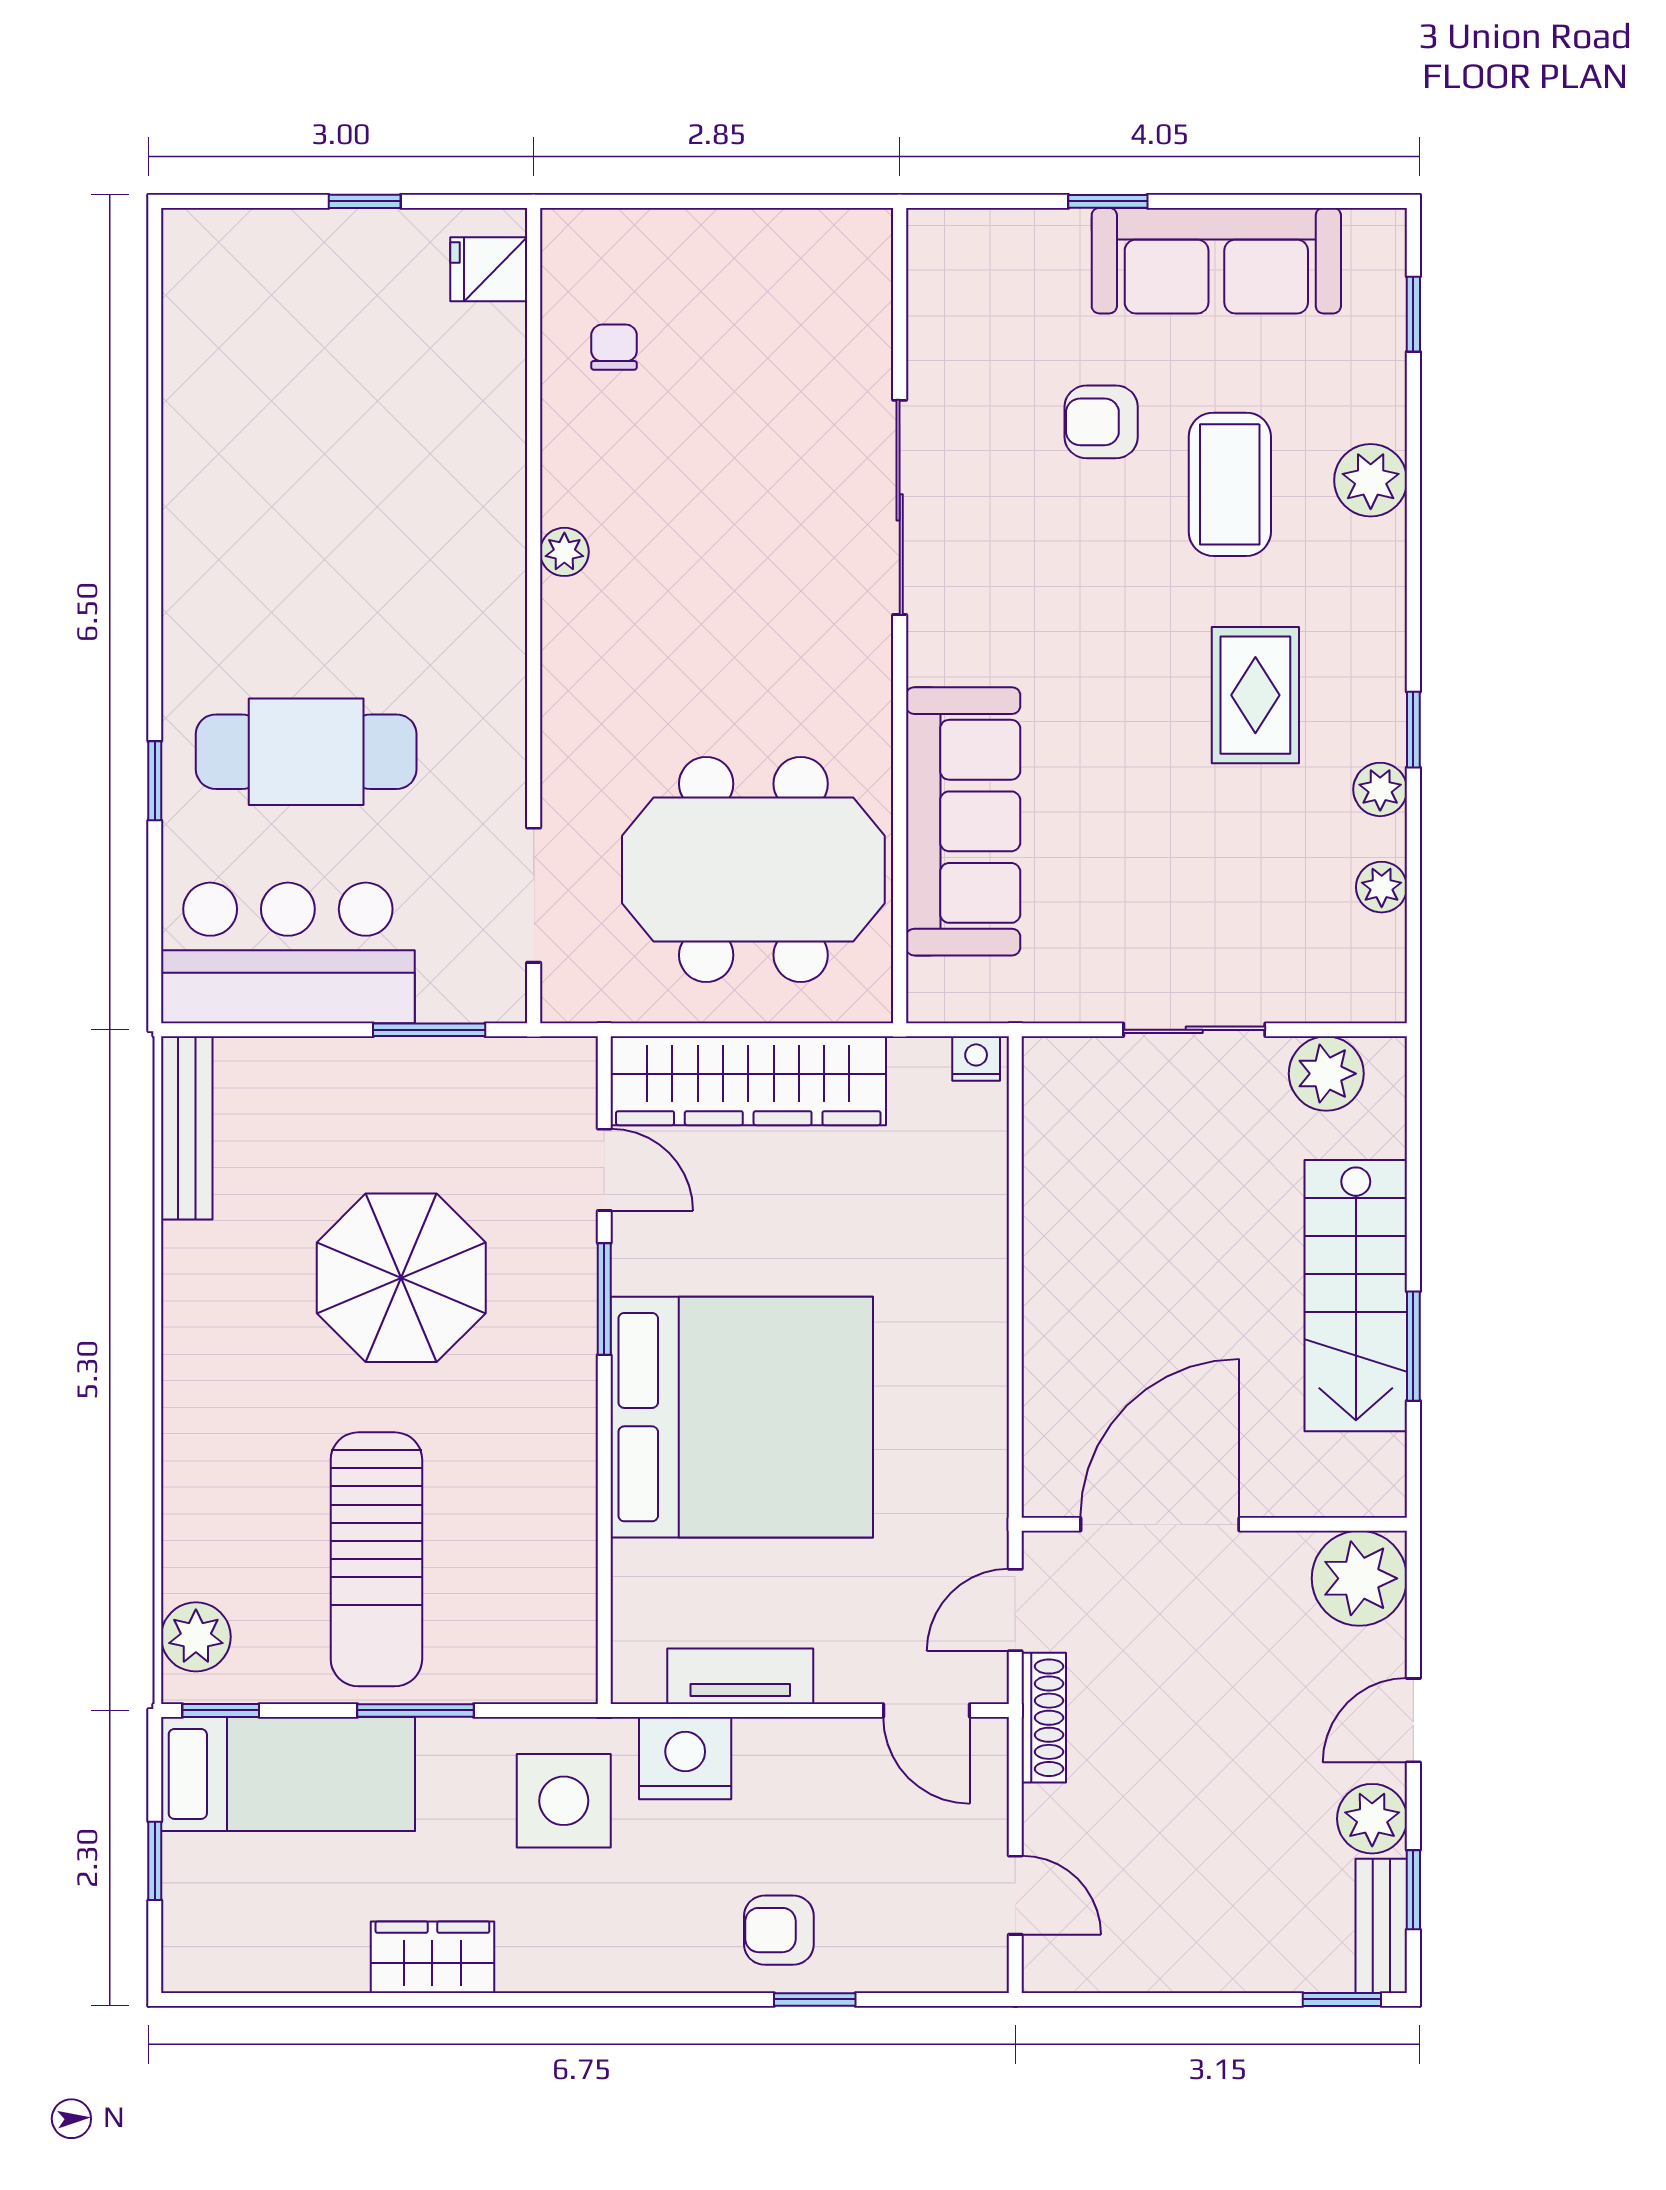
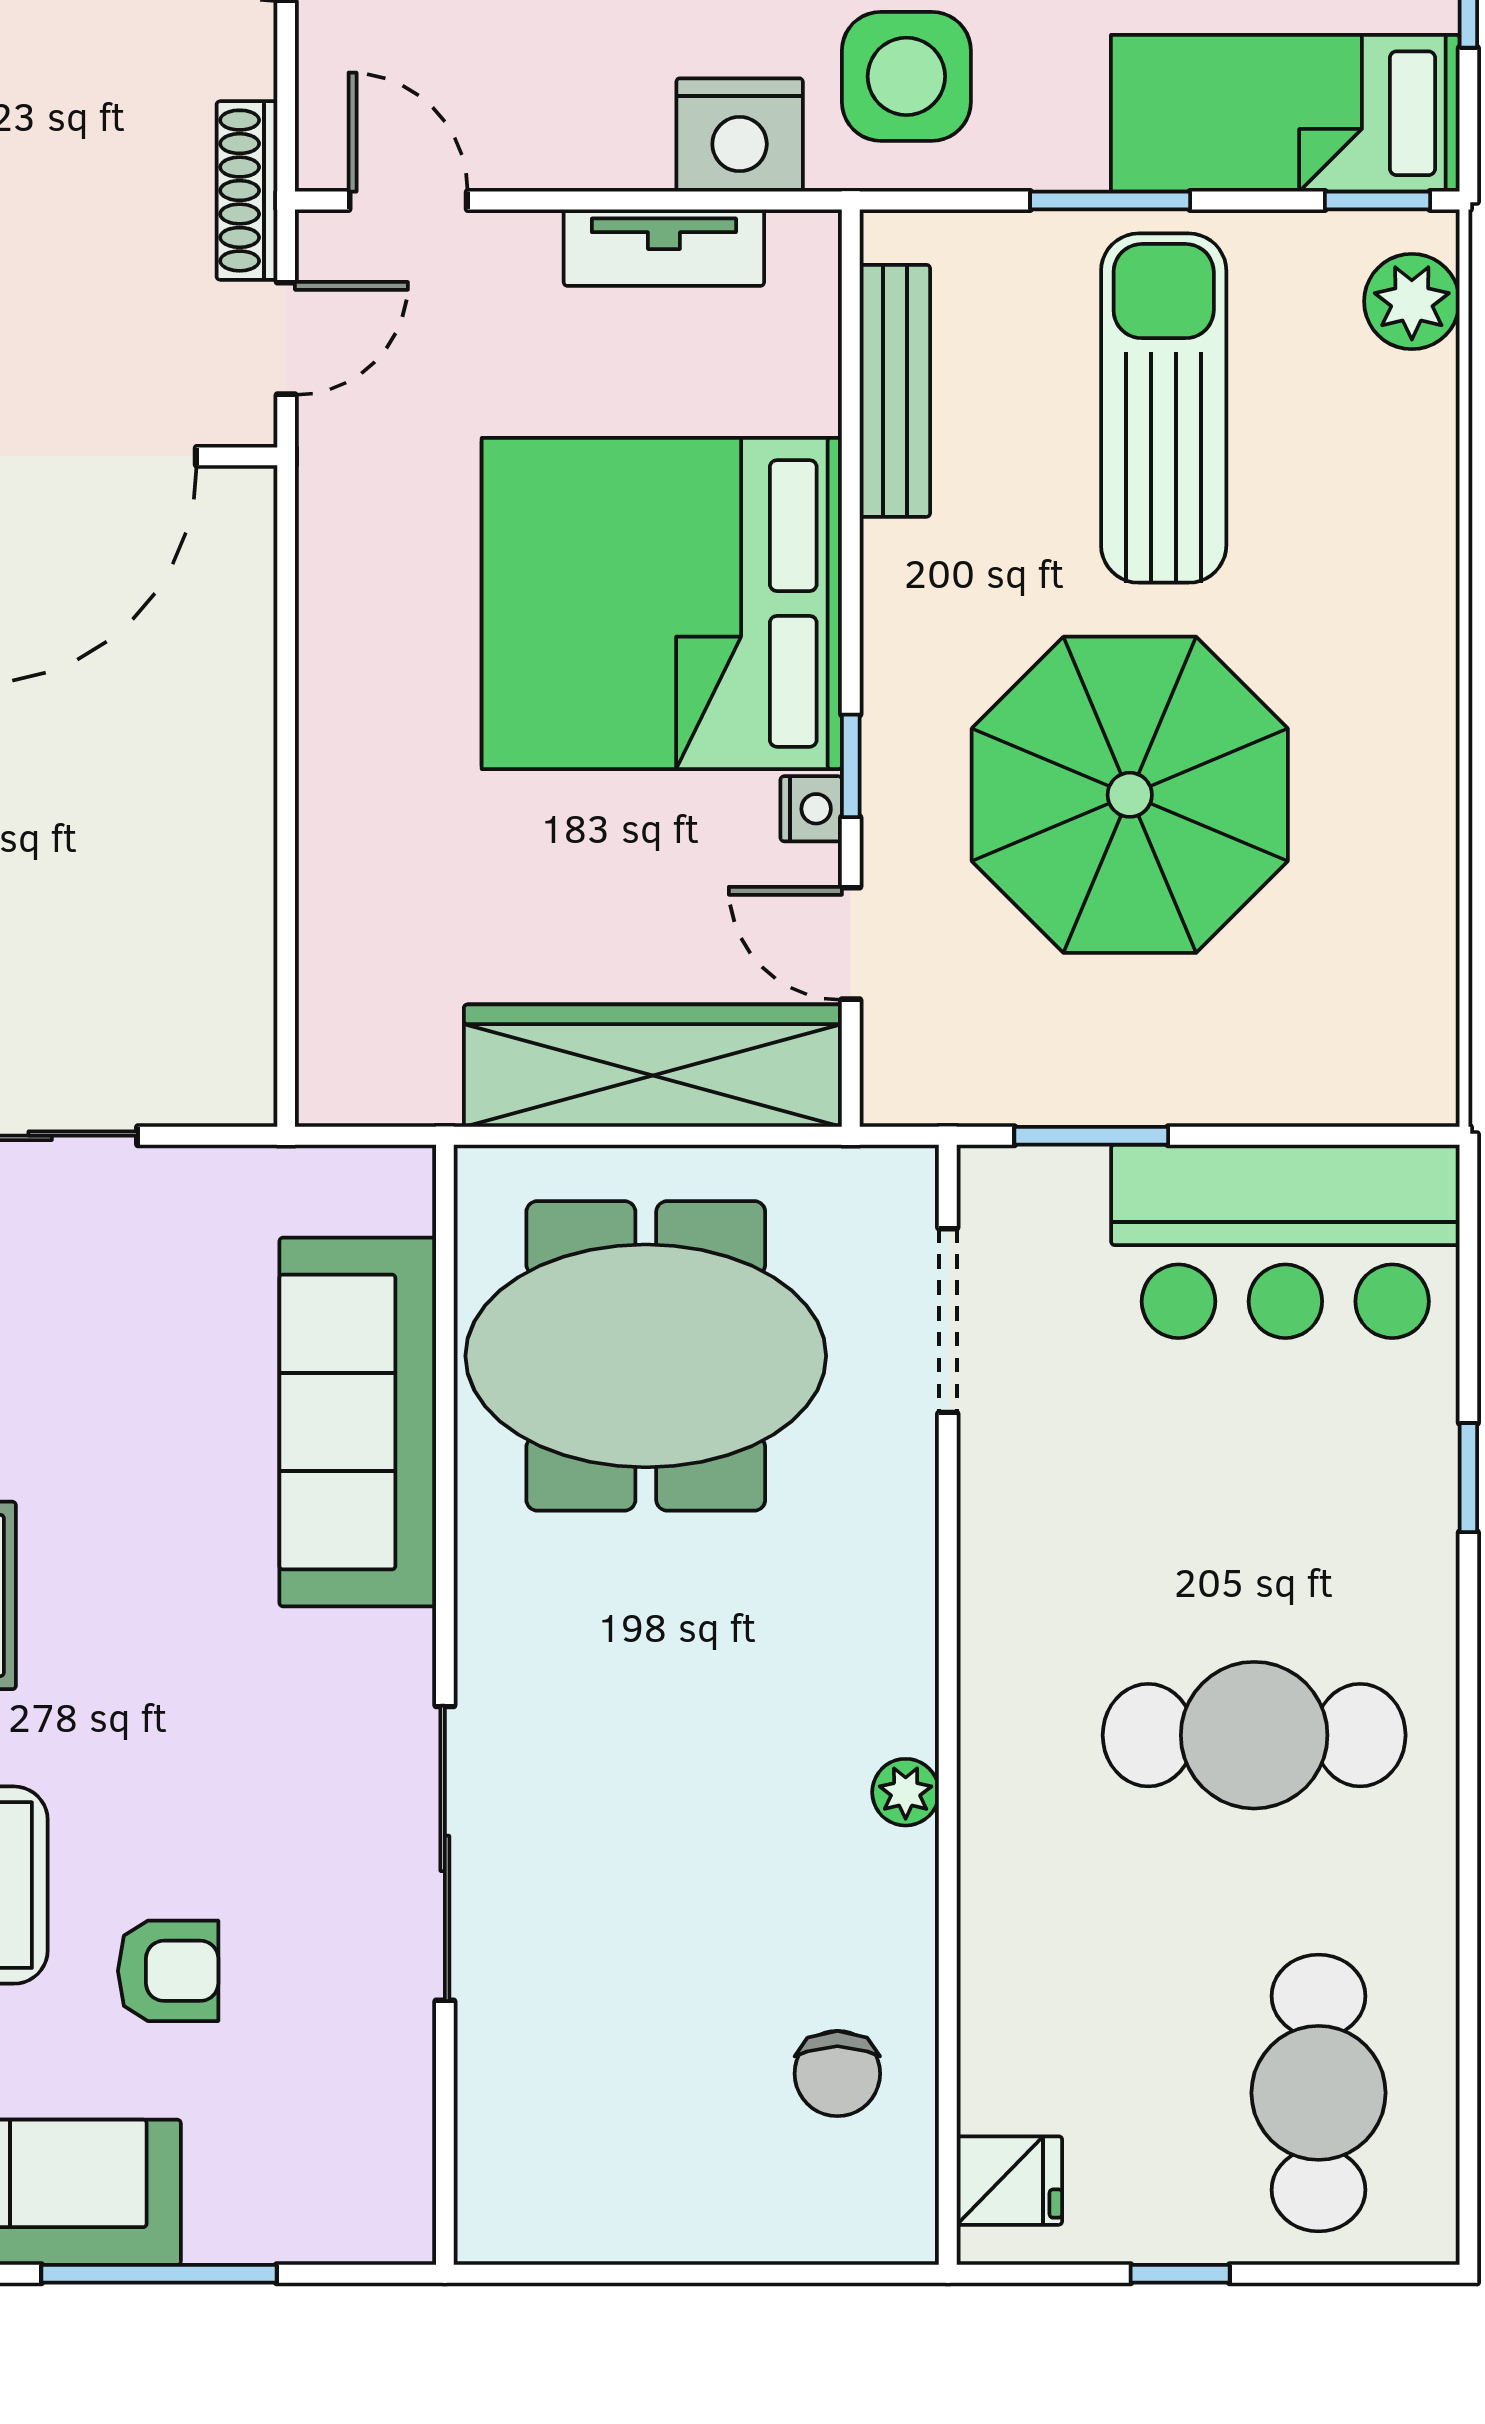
window: (1108, 201) -> (159, 2274), width x2.17
cafe table: (264, 333) -> (1319, 2093), added
chair: (614, 347) -> (837, 2074), width x1.37, depth x1.37
cafe table: (306, 752) -> (1254, 1735), moved
nightstand: (976, 1059) -> (811, 809), moved, turned -90
bench: (187, 1128) -> (895, 391), moved
parasol: (401, 1278) -> (1130, 795), width x1.36, depth x1.36
window: (604, 1299) -> (851, 766), width x0.67

